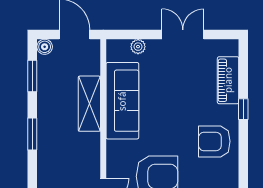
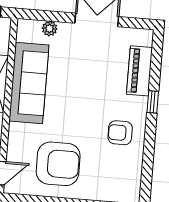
armchair: (214, 141) -> (120, 133), width x0.72, depth x0.72

